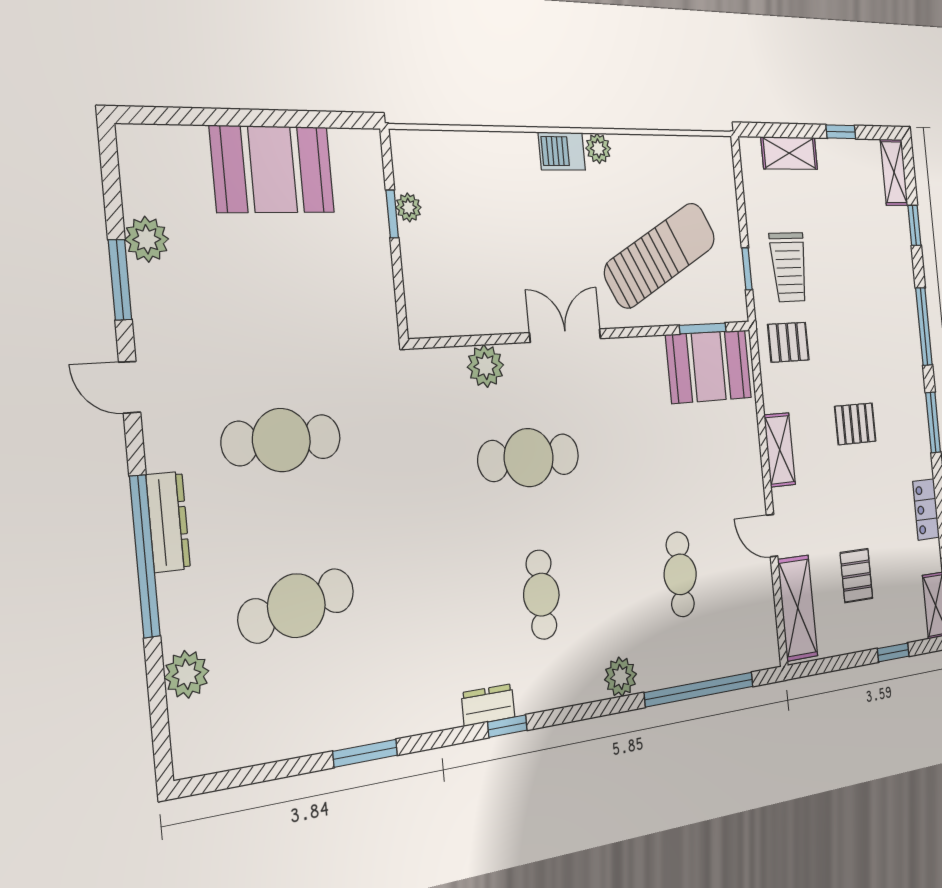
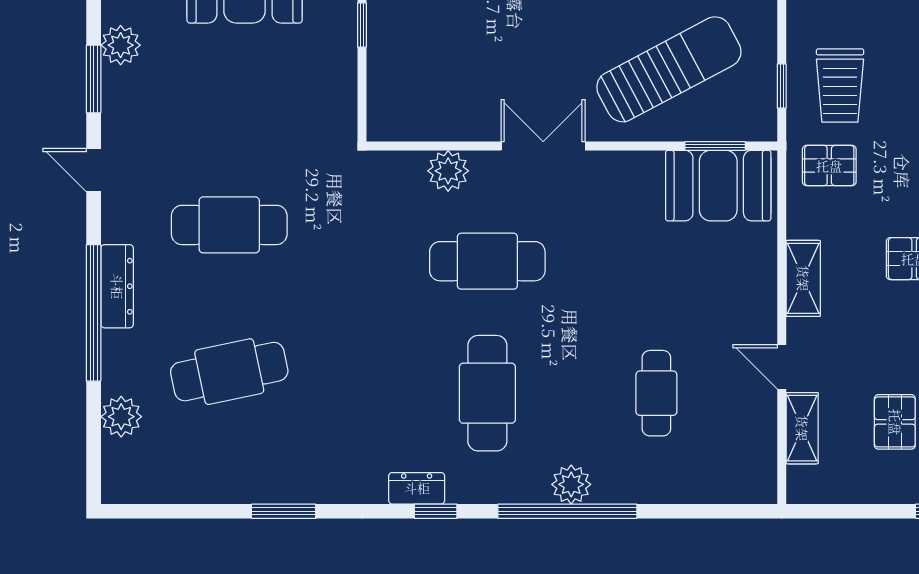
plant: (409, 207) -> (380, 19), removed
cafe table: (541, 595) -> (487, 393), width x1.37, depth x1.35
shelving: (798, 608) -> (802, 428), width x0.67, depth x0.75
window: (699, 689) -> (567, 511), moved

